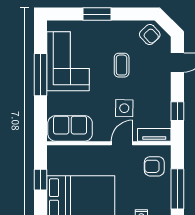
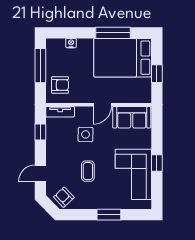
window: (41, 75) -> (157, 163), width x0.46
door: (122, 143) -> (102, 105), moved

